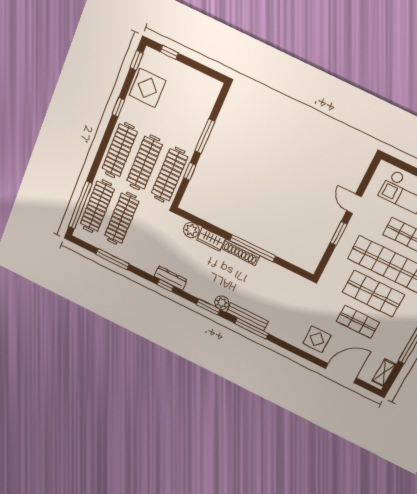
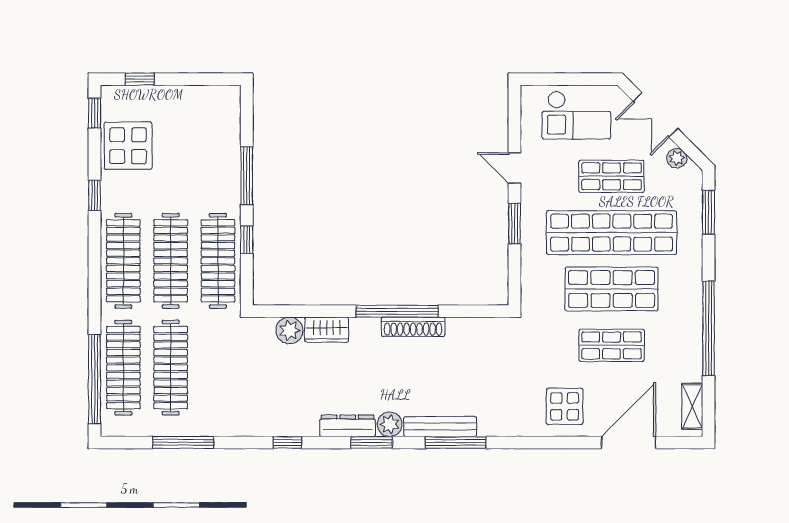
shoe rack: (241, 252) -> (413, 327), moved
dresser: (170, 278) -> (348, 426), moved

